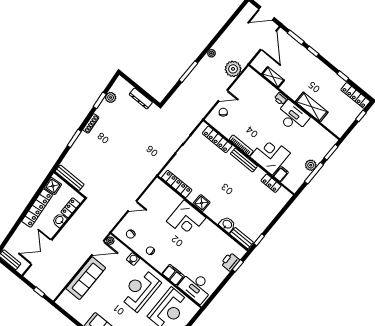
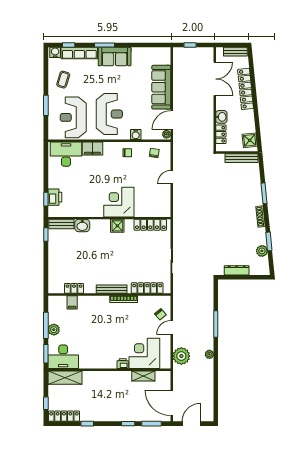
shelving: (312, 107) -> (65, 378), moved
desk: (292, 117) -> (63, 357), moved
corner desk: (270, 155) -> (144, 353), moved, turned 180
locker: (37, 208) -> (246, 89), moved

